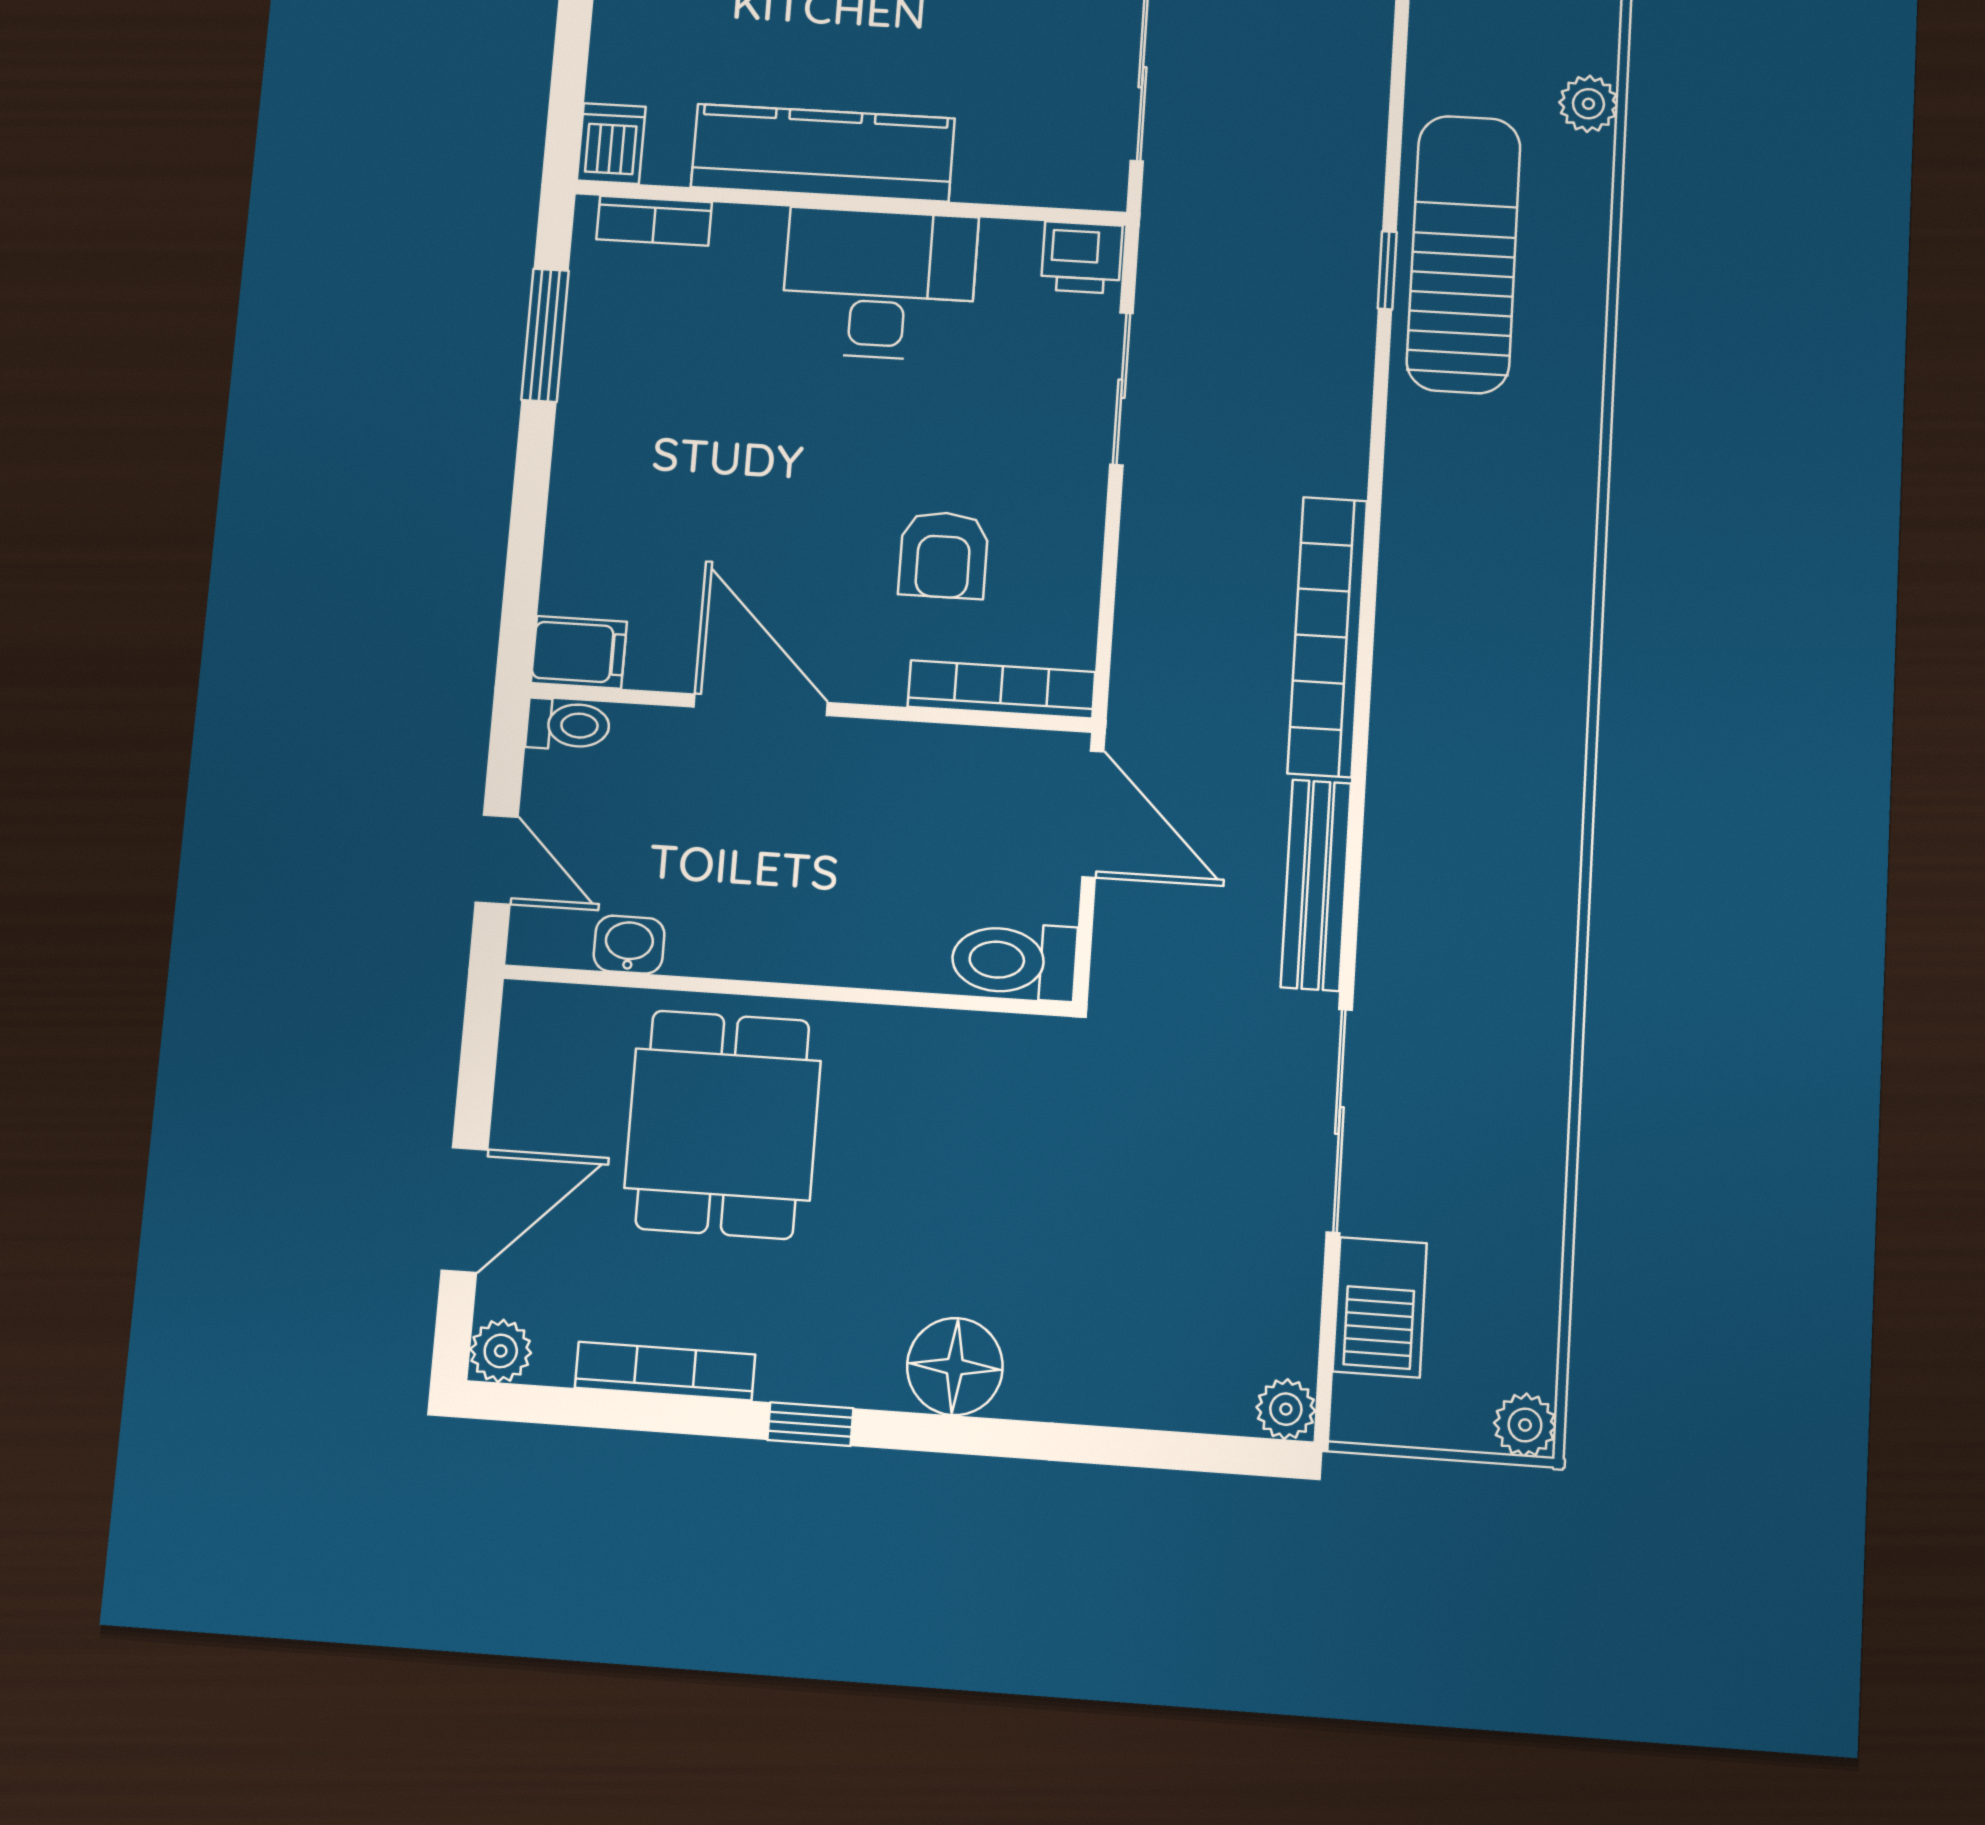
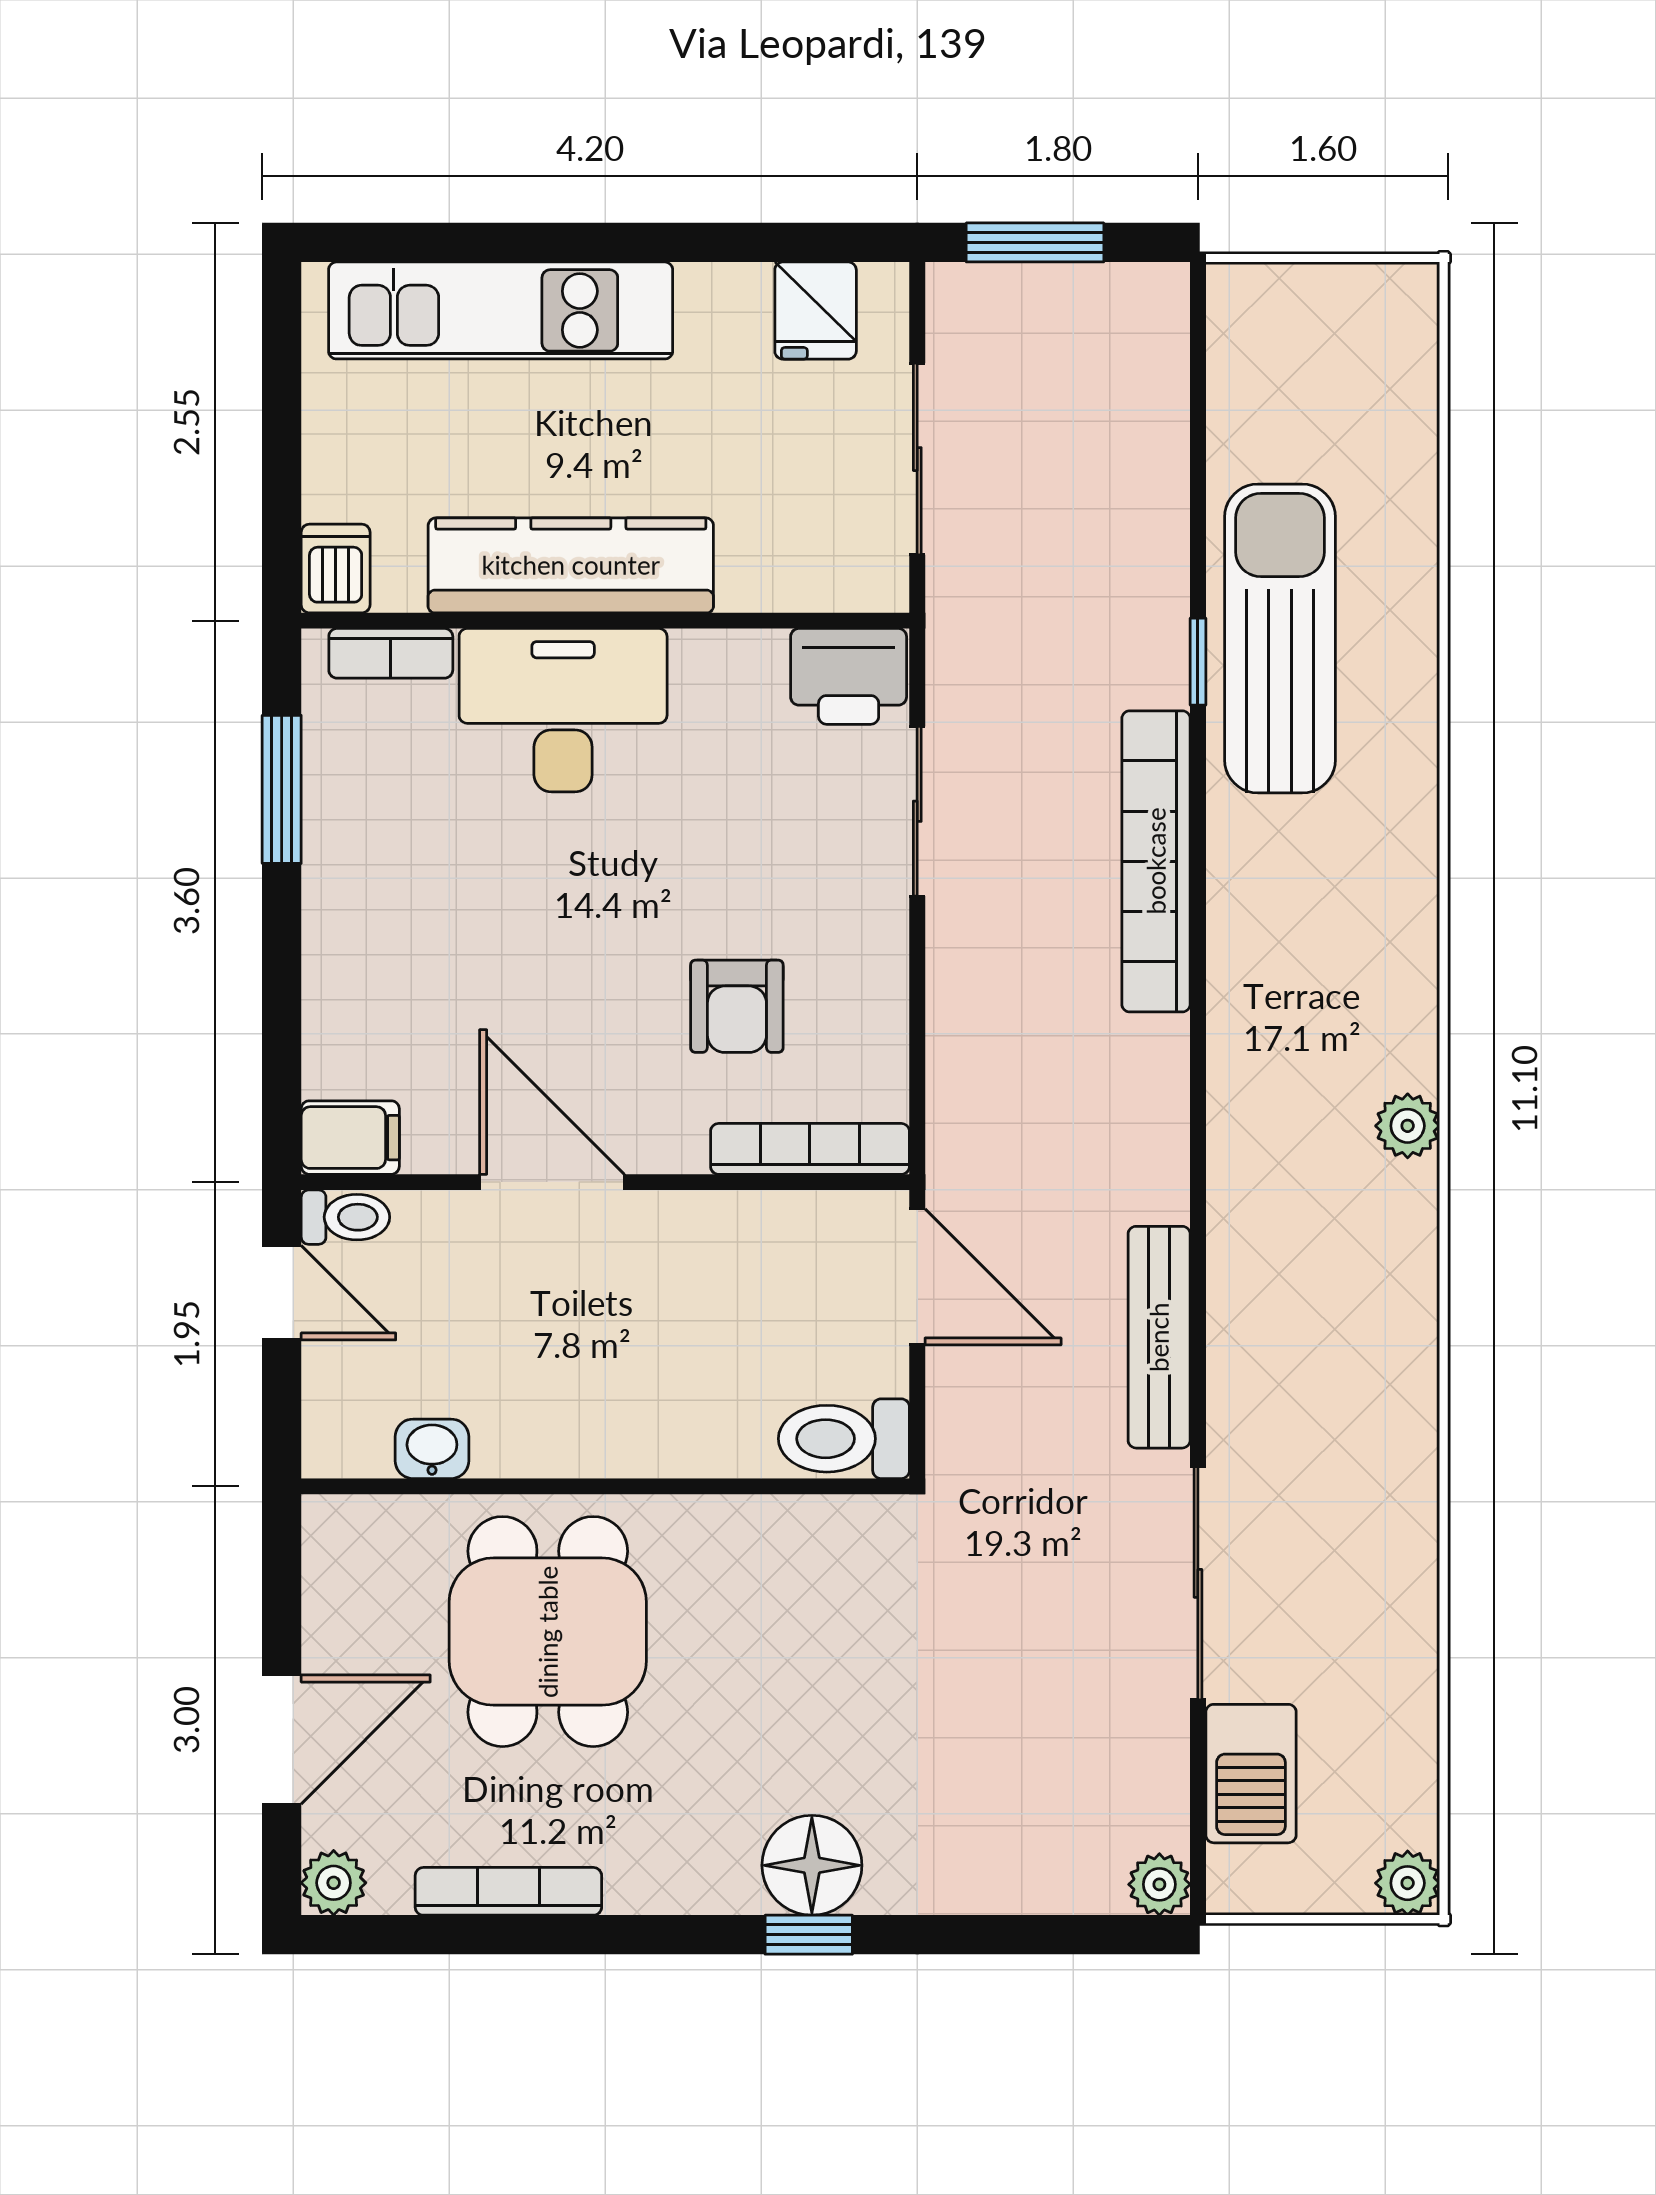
plant: (1588, 104) -> (1408, 1126), moved
printer: (1082, 258) -> (849, 676), width x1.36, depth x1.24
desk: (879, 284) -> (563, 710), moved
bookcase: (1327, 637) -> (1156, 861), moved
door: (497, 860) -> (282, 1293), moved
window: (810, 1424) -> (809, 1935), moved

